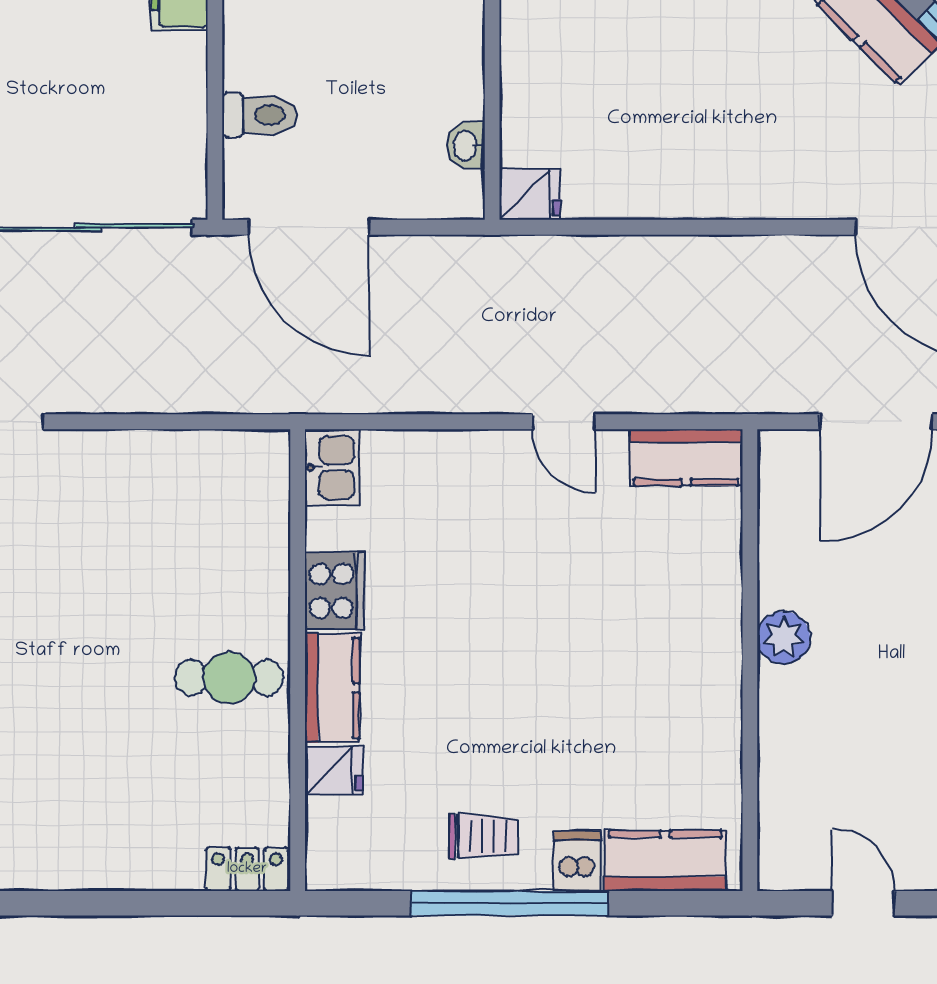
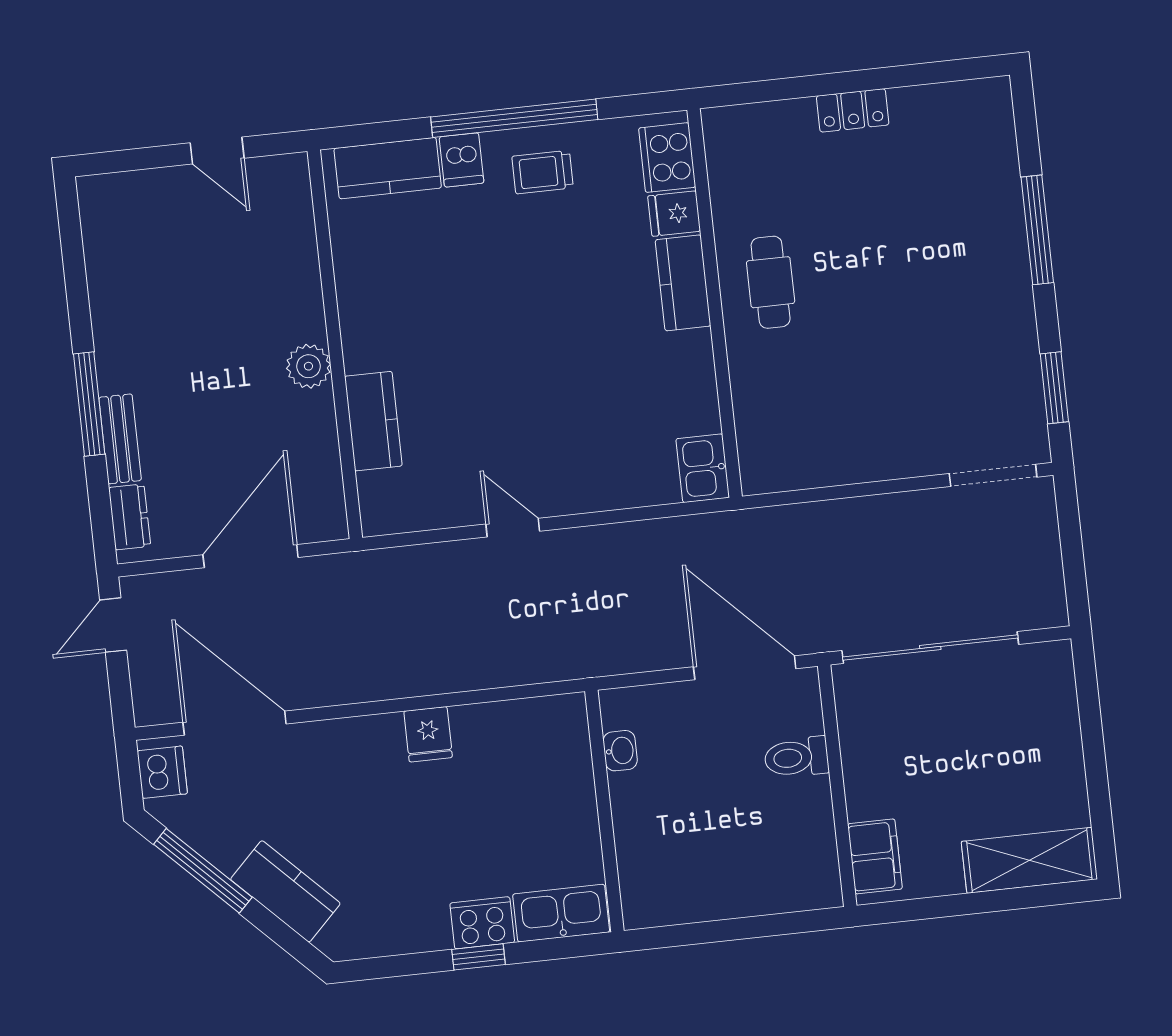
fridge: (530, 194) -> (428, 734), moved, turned -90
kitchen counter: (686, 457) -> (373, 421), moved, turned 90
cooker: (335, 591) -> (667, 158), moved
cafe table: (229, 678) -> (771, 282), turned 90
locker: (247, 869) -> (853, 110), moved

